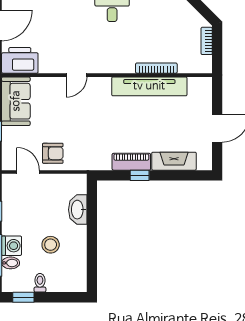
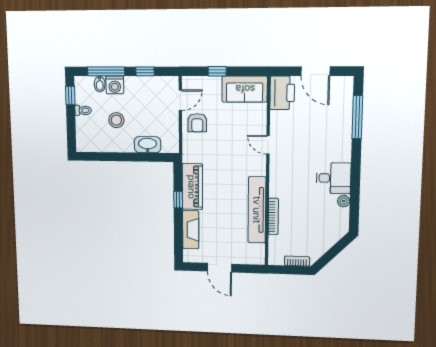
piano: (131, 162) -> (192, 187), width x1.37, depth x1.33

